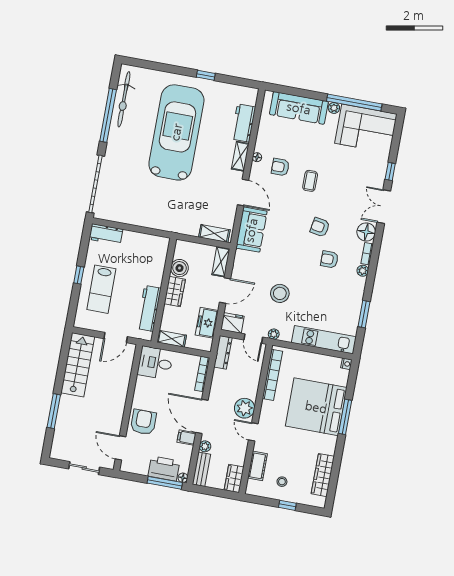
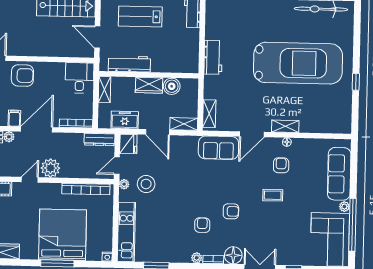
workbench: (243, 123) -> (213, 57), moved, turned 90
armchair: (320, 227) -> (231, 211), turned 80
stool: (280, 293) -> (146, 184), moved

